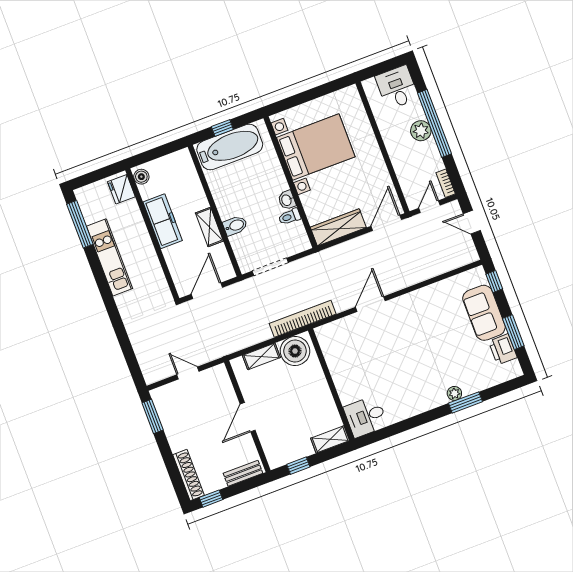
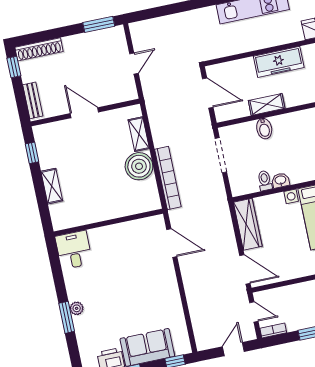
wall: (331, 385) -> (108, 223), moved
desk: (366, 416) -> (74, 250), moved

